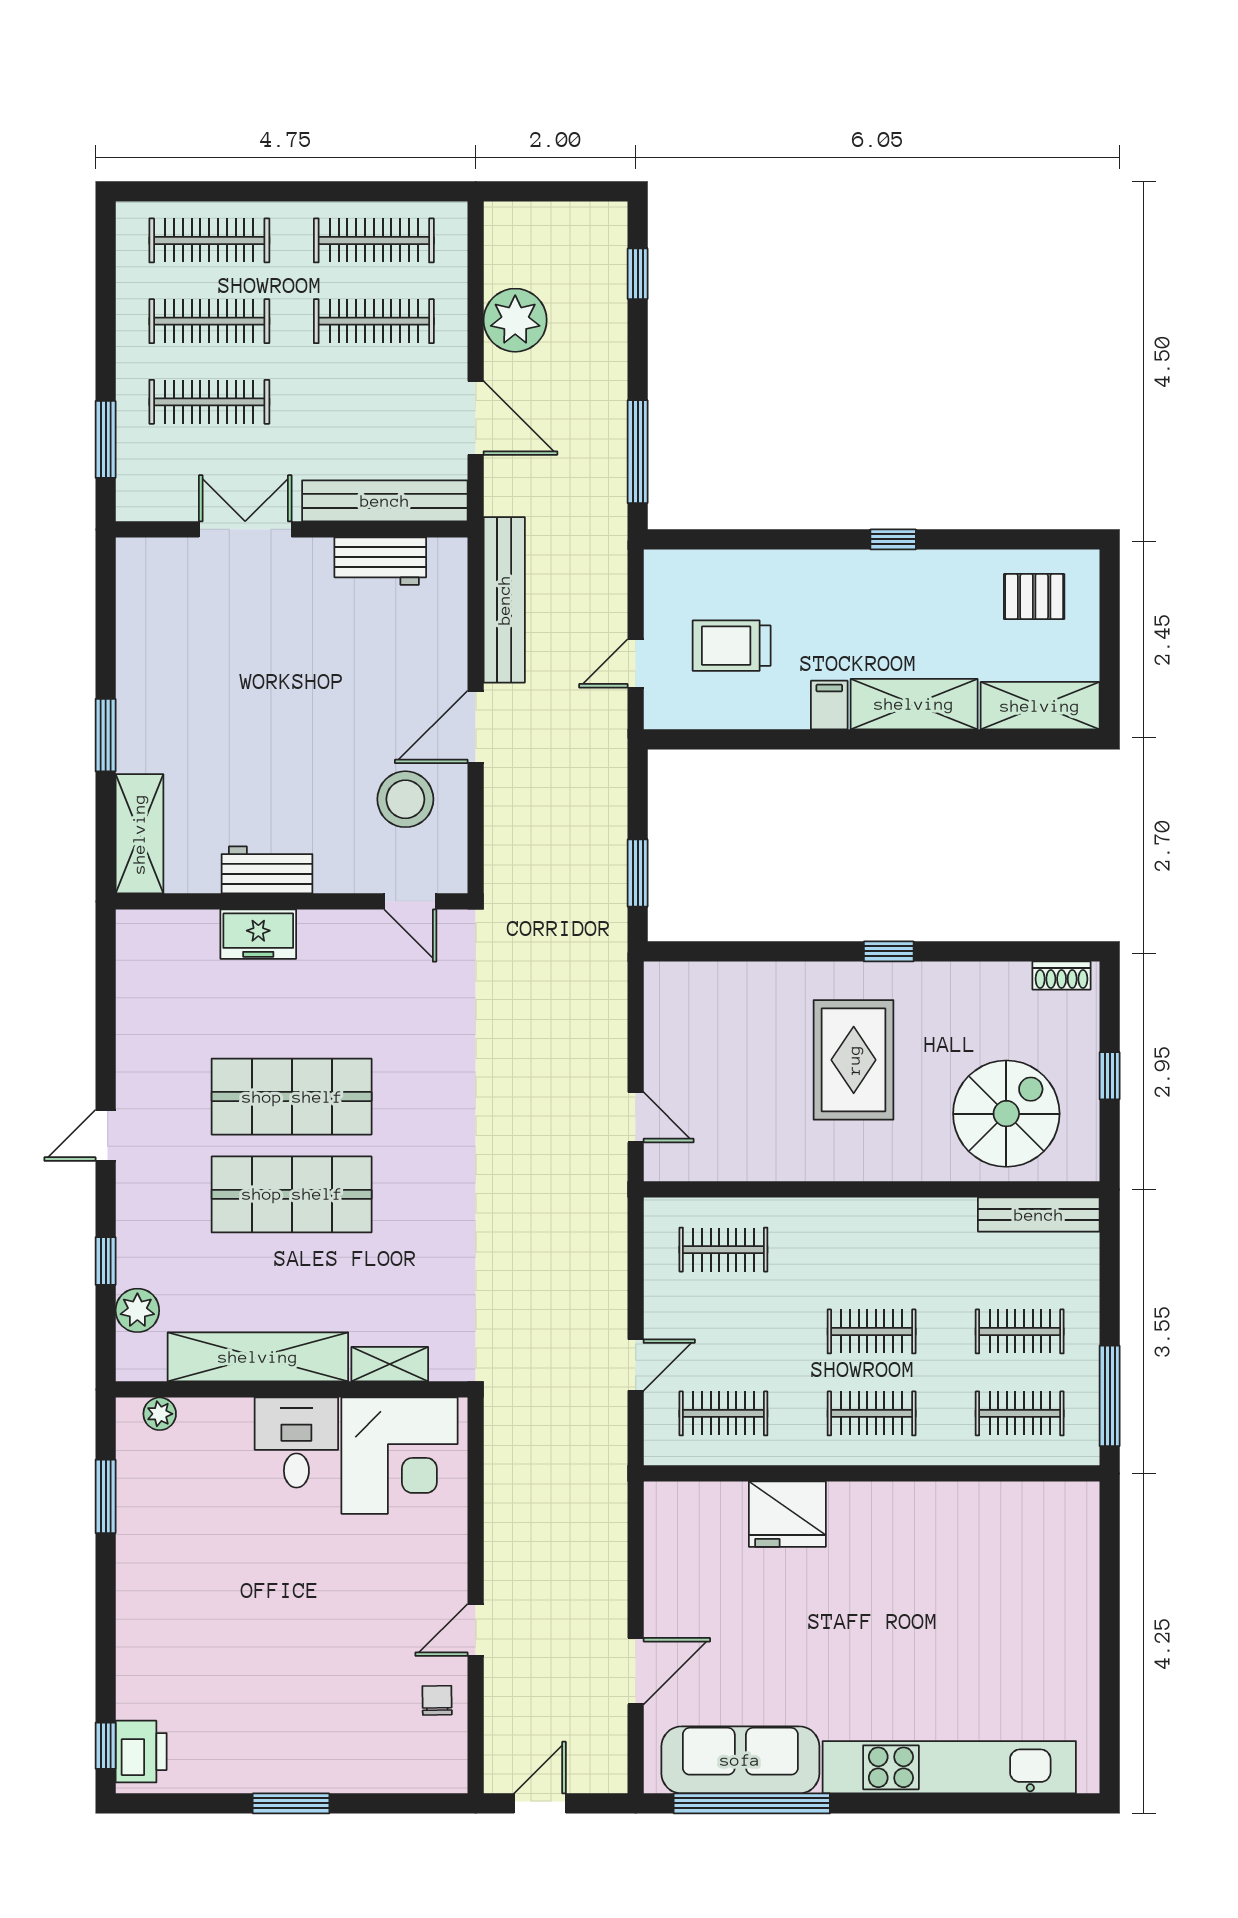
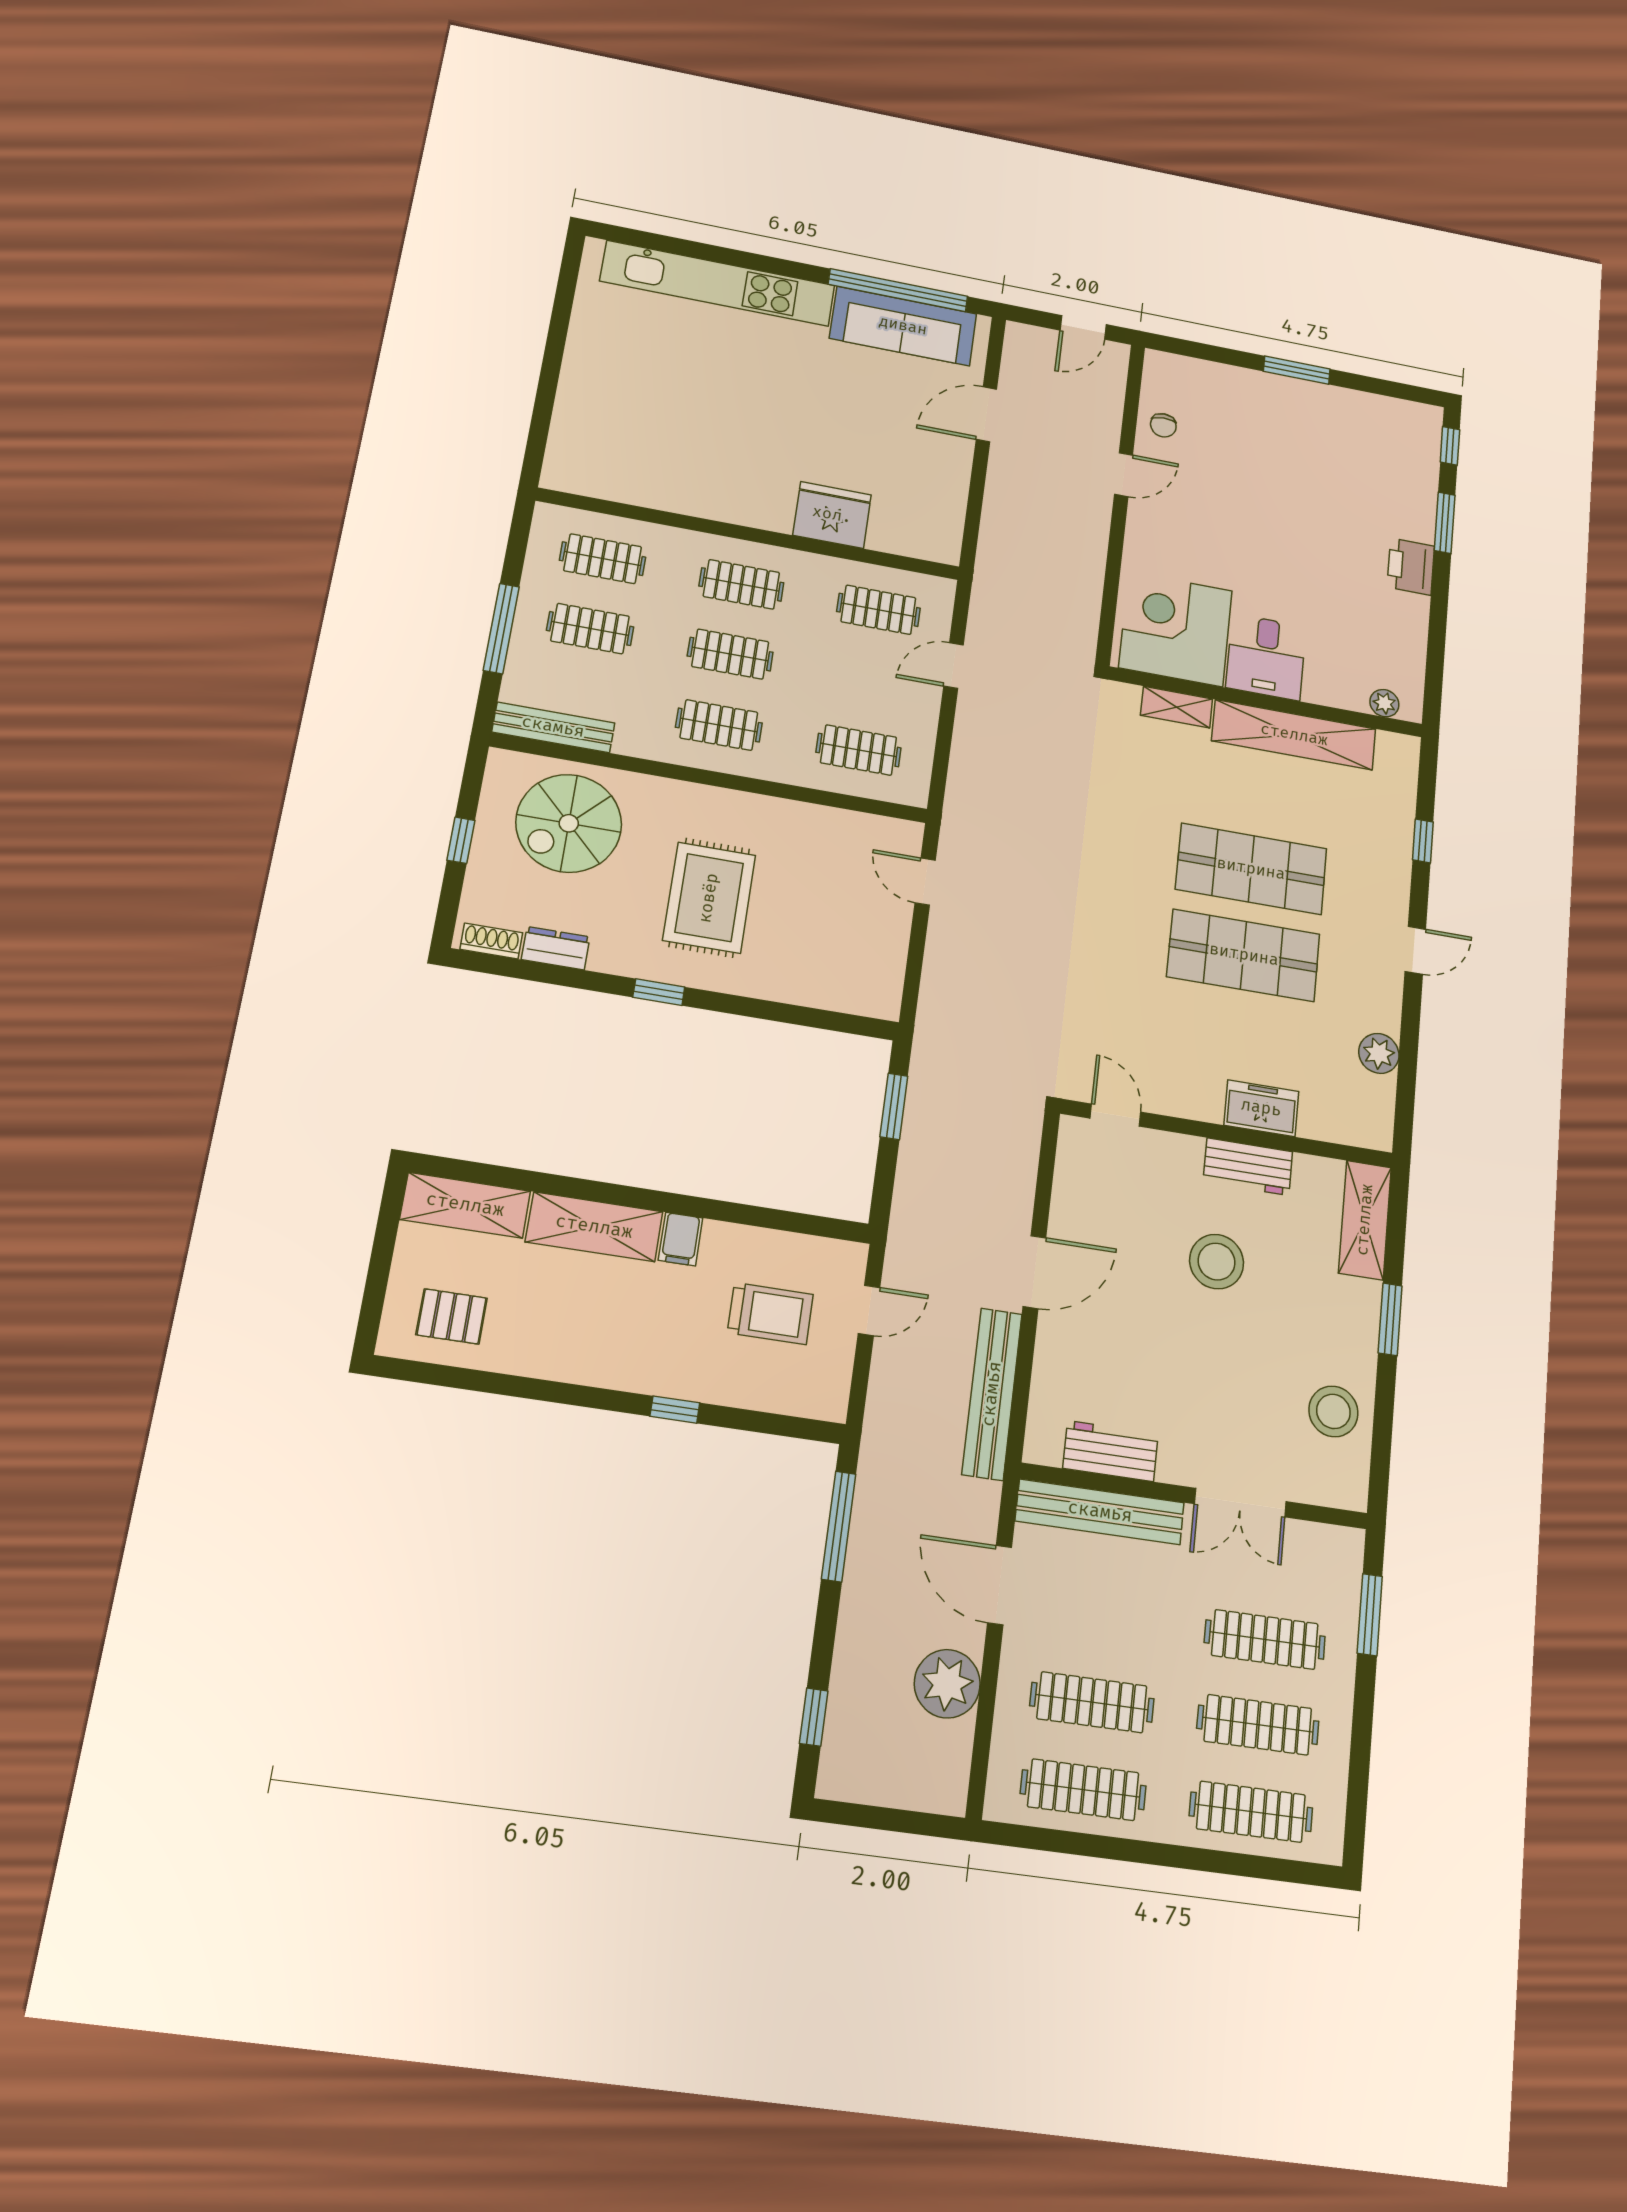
window: (893, 539) -> (675, 1410), moved
stool: (158, 633) -> (1333, 1411), added
stool: (405, 799) -> (1217, 1262), moved
dresser: (997, 979) -> (556, 948), added
clothes rail: (872, 1250) -> (719, 725), added
plant: (137, 1310) -> (1379, 1053), moved
window: (1110, 1396) -> (501, 628), moved
window: (106, 1496) -> (1445, 523), moved
printer: (141, 1752) -> (1411, 567), moved

